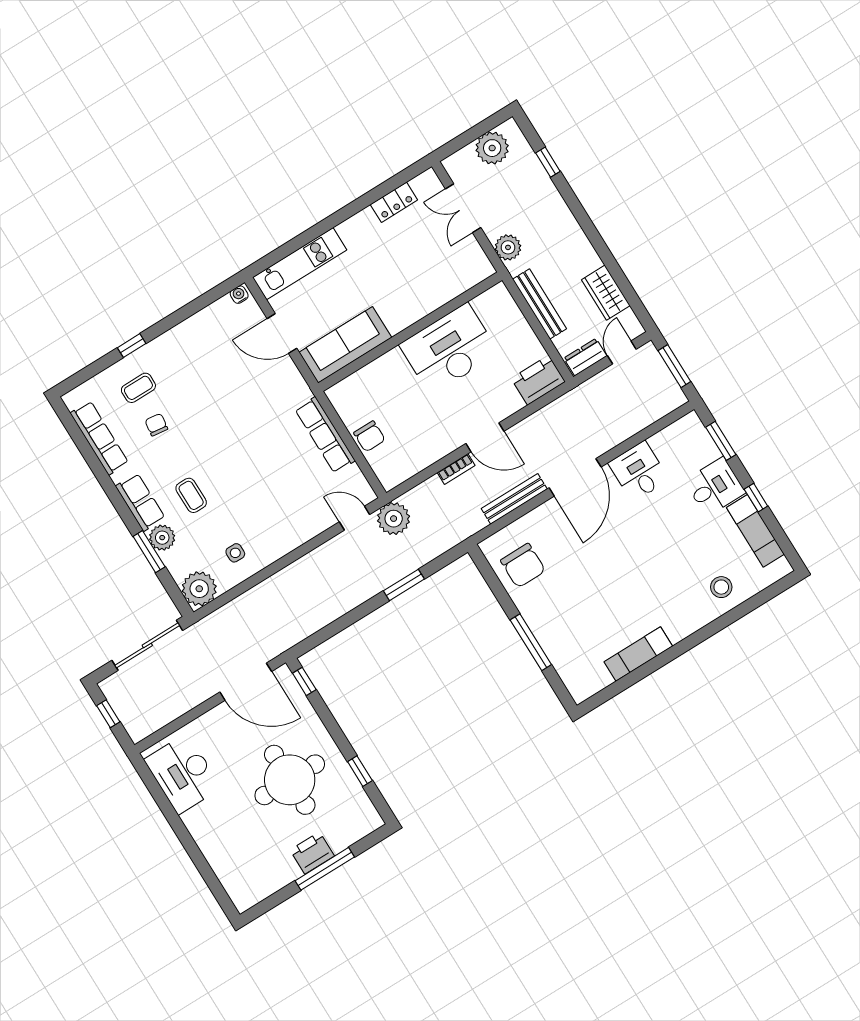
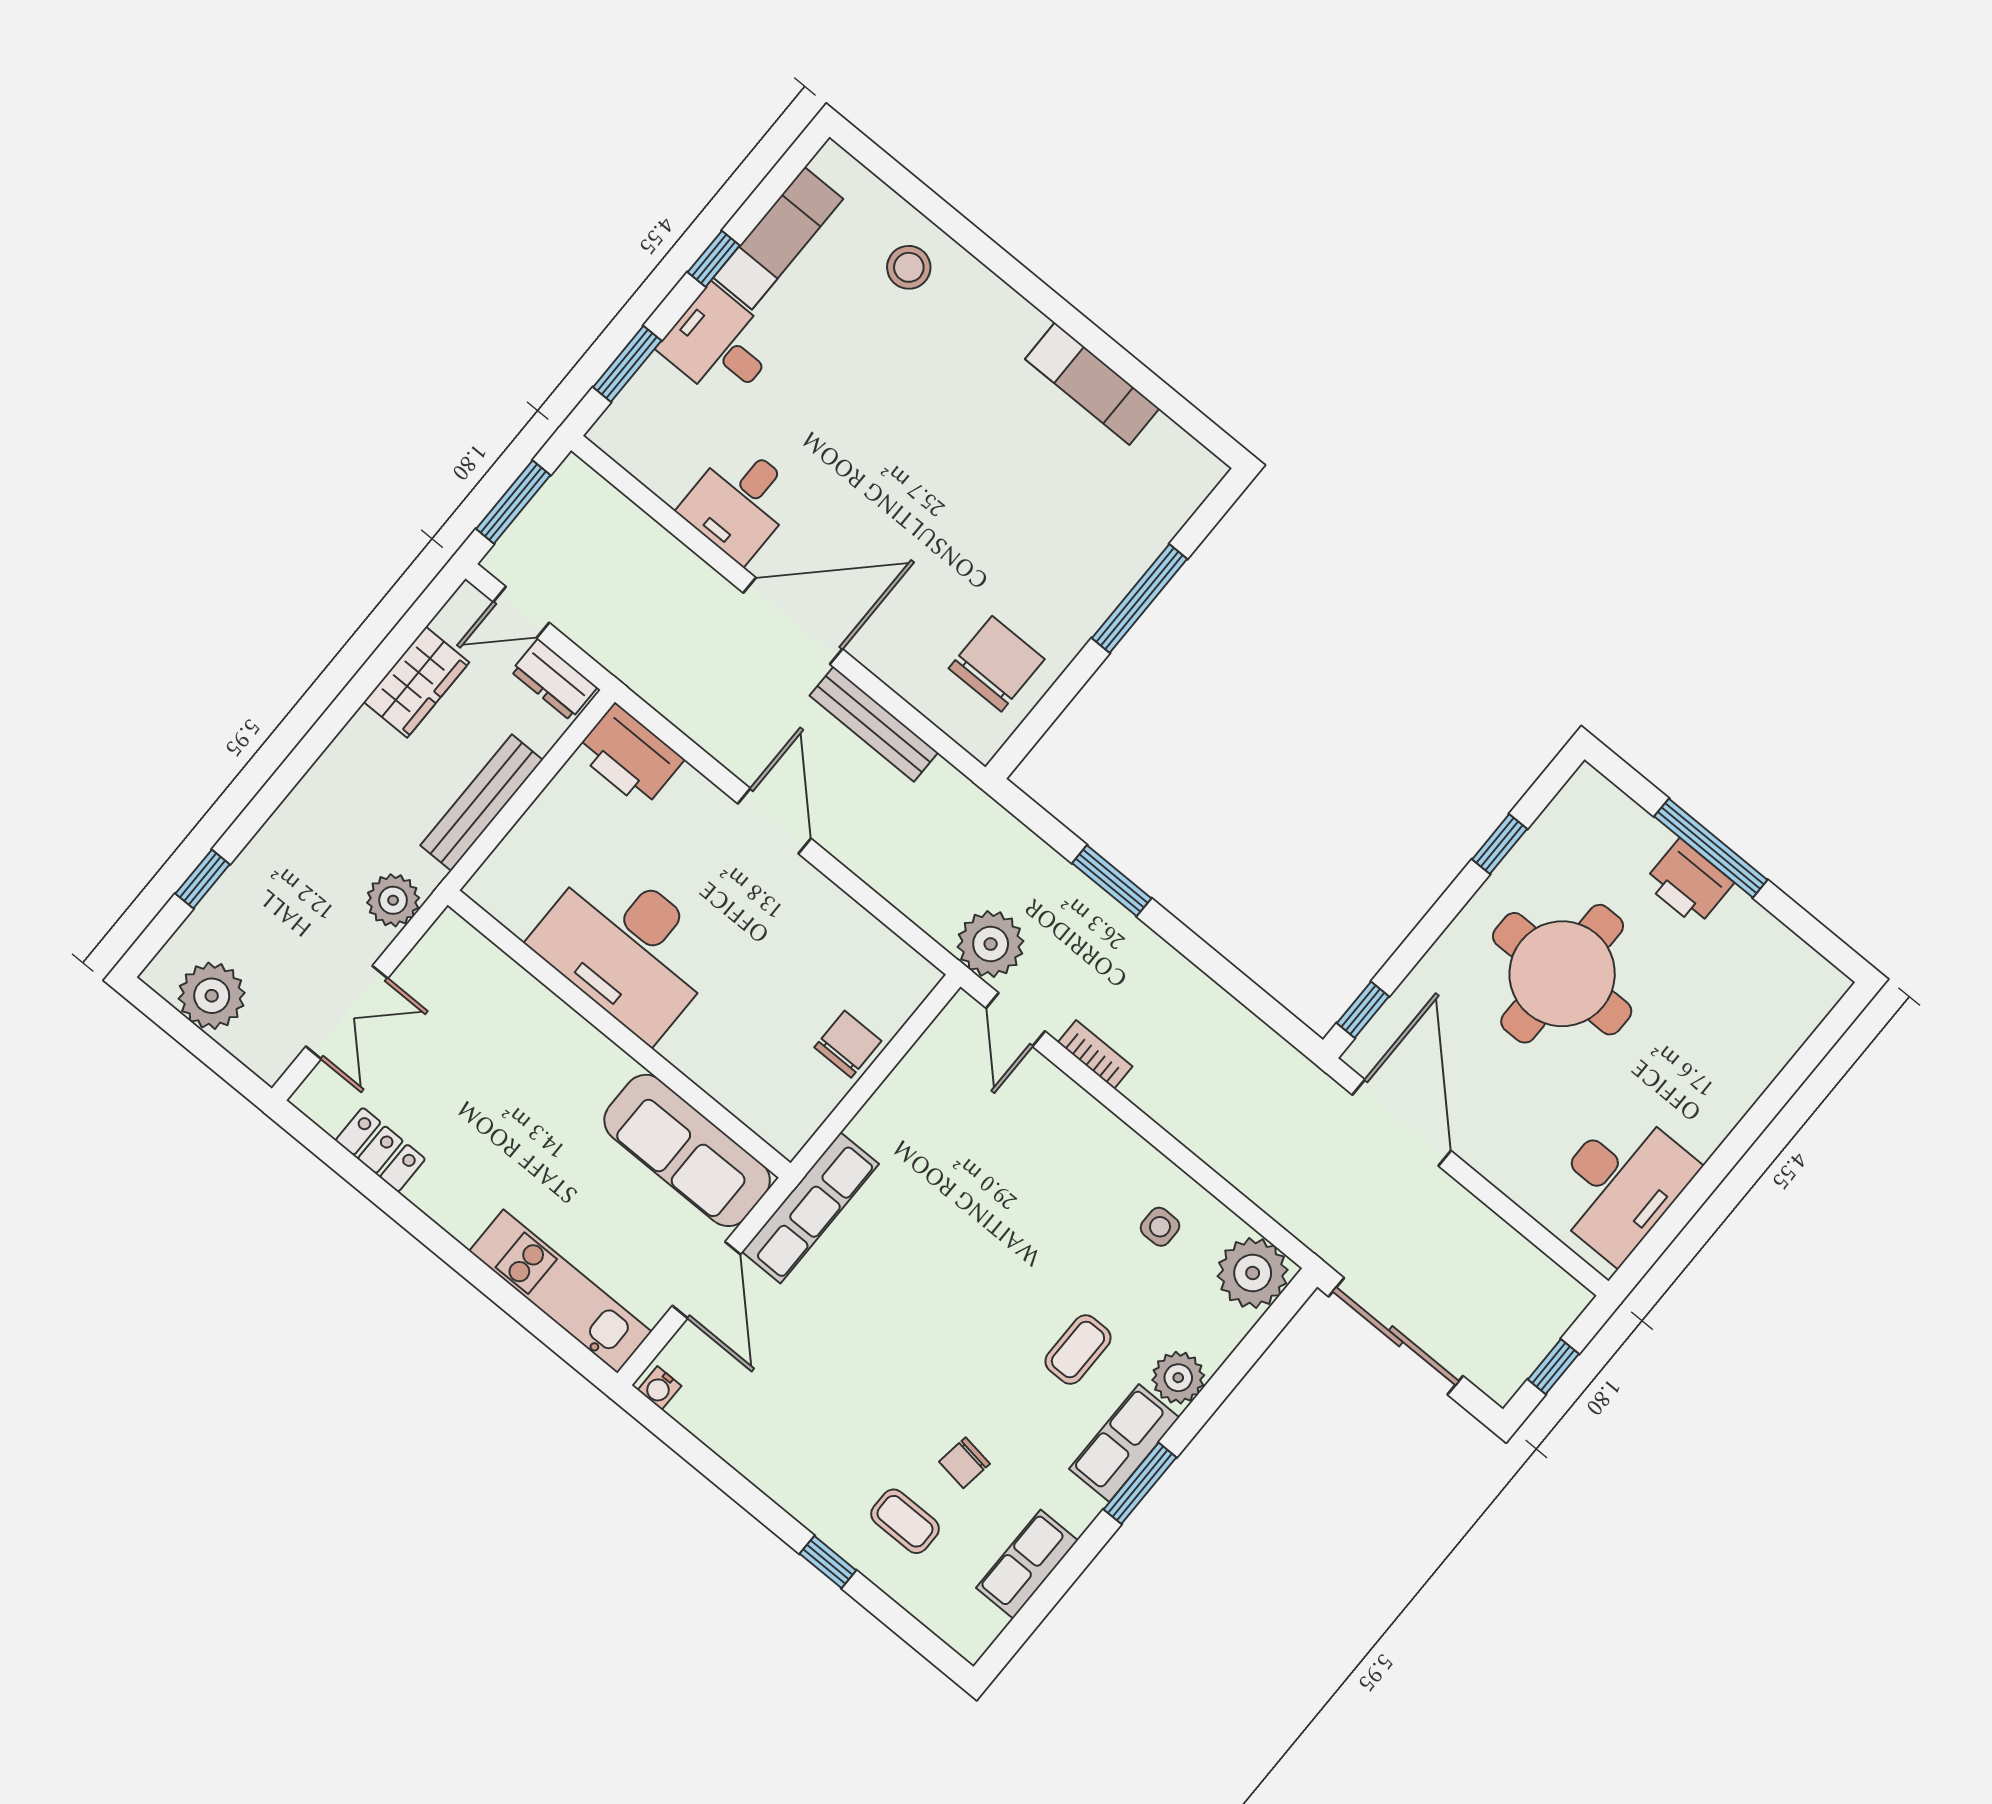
row of seats: (325, 435) -> (810, 1208), moved
row of seats: (99, 438) -> (1027, 1564), width x0.68
bookcase: (456, 469) -> (1095, 1054), moved
window: (149, 552) -> (1140, 1483), moved

